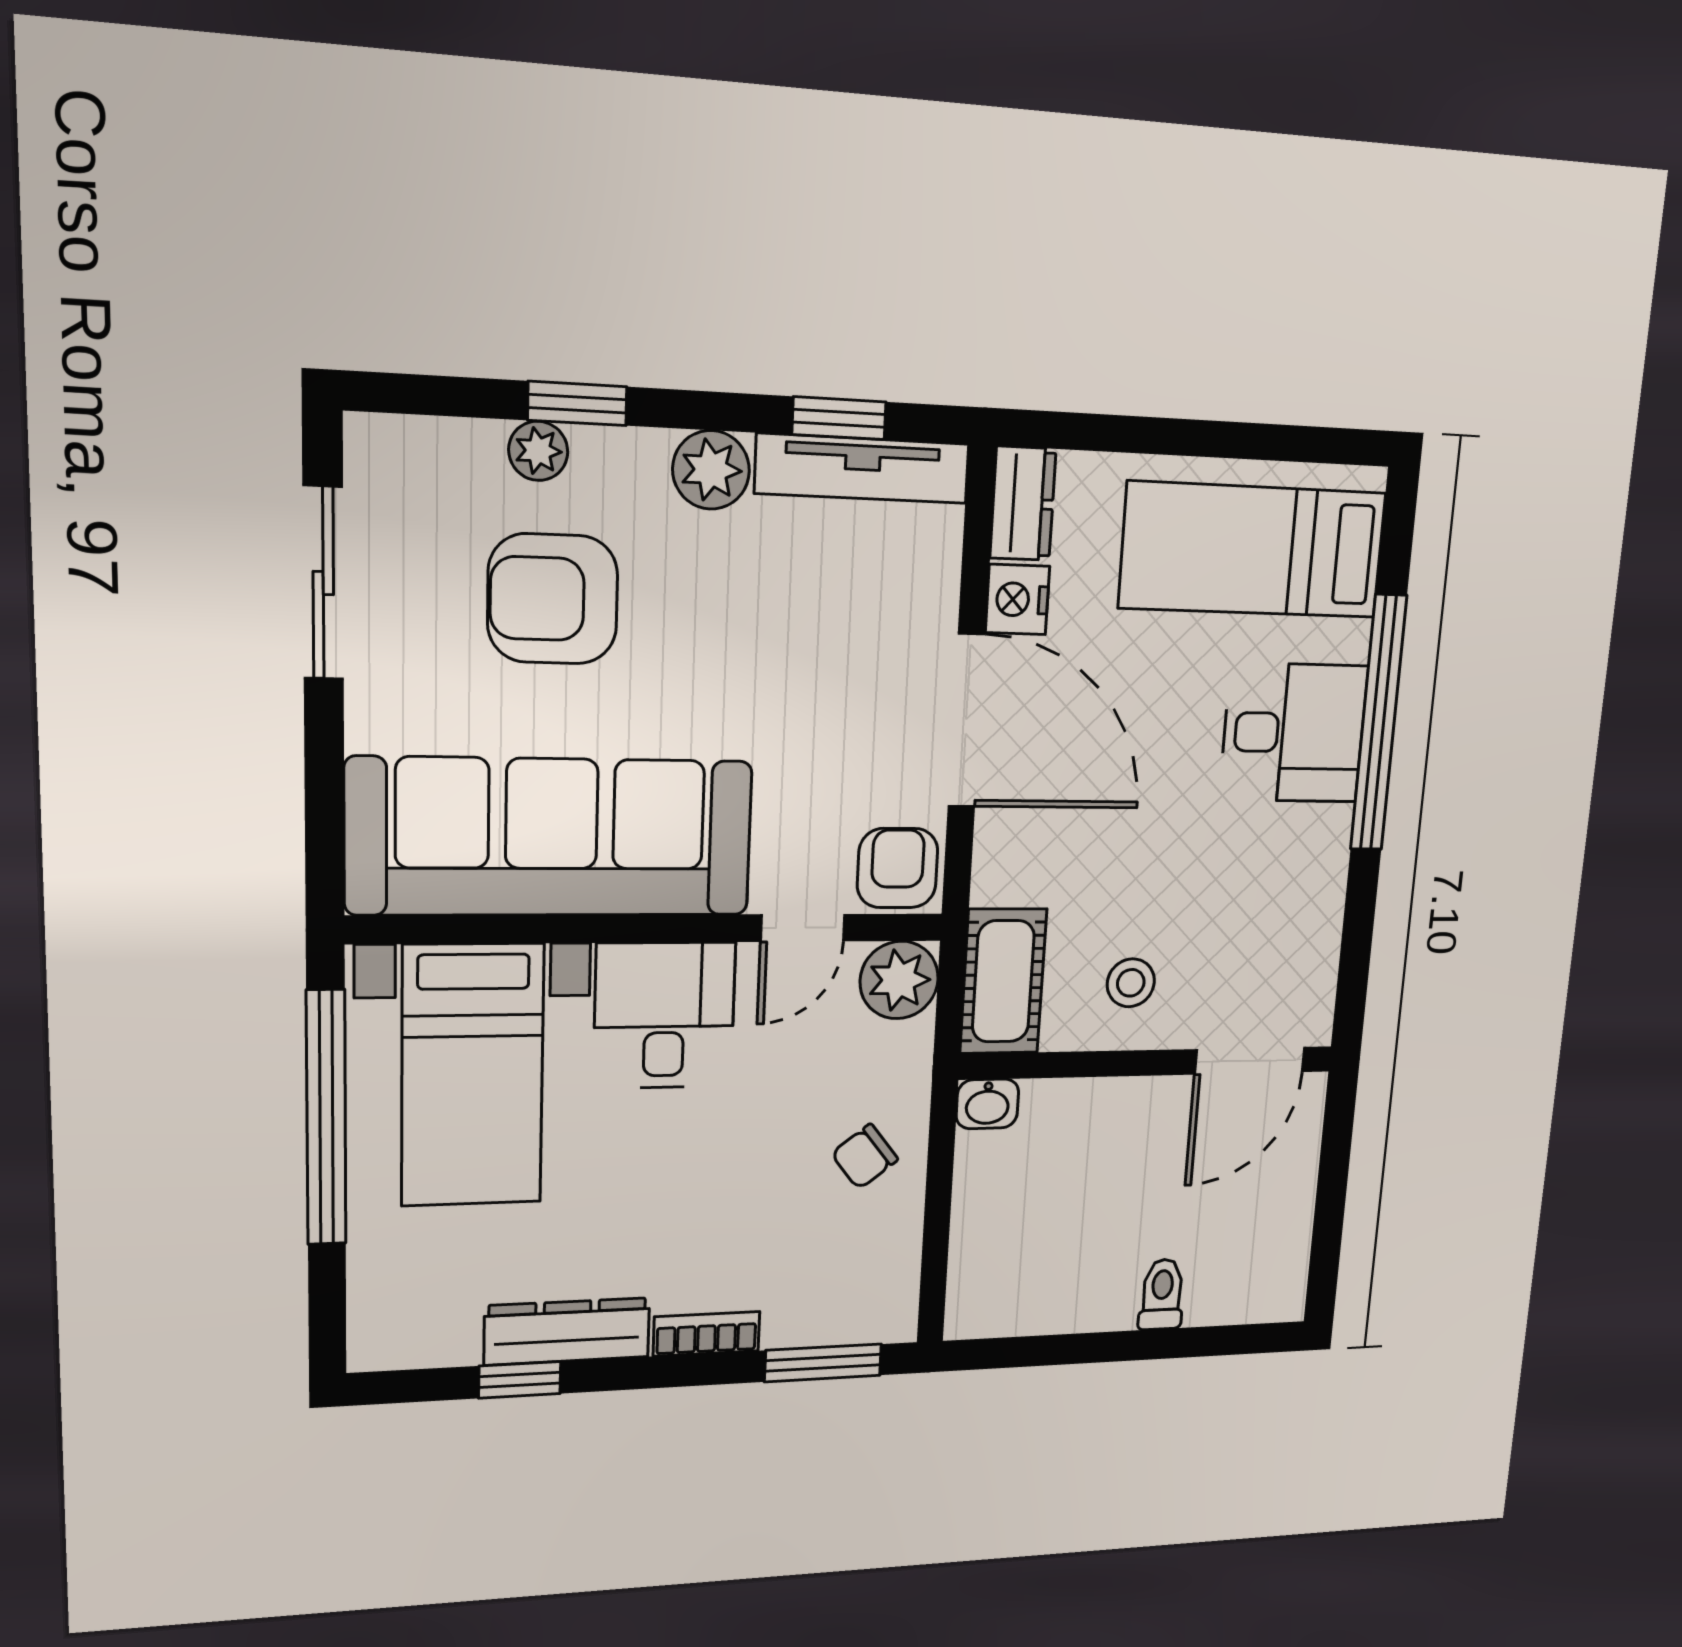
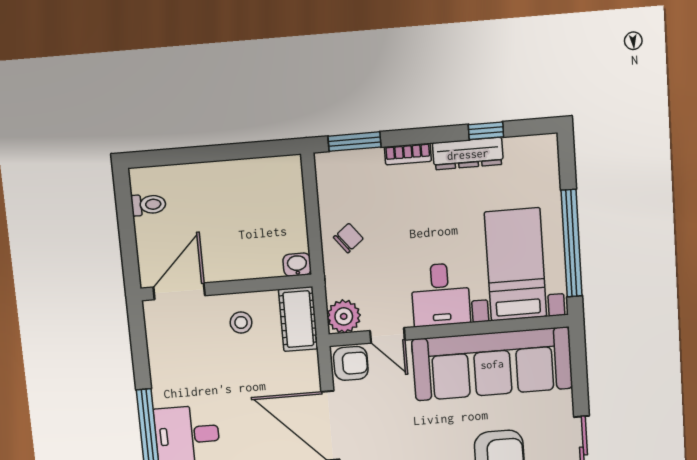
armchair: (898, 868) -> (351, 363), turned -90
door: (803, 928) -> (387, 335), swing flipped
toilet: (1162, 1294) -> (148, 205), moved, turned -90

